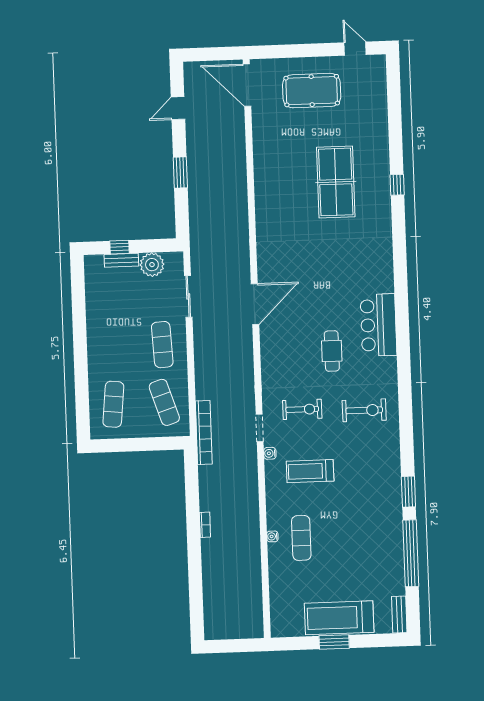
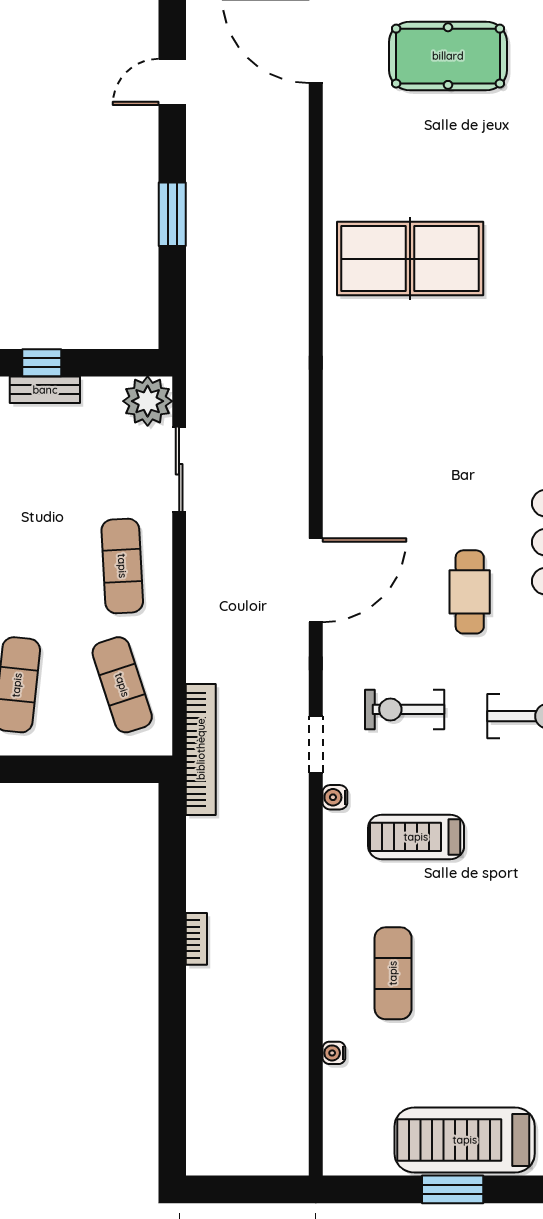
table tennis table: (336, 182) -> (410, 259), moved, turned 90
plant: (152, 265) -> (148, 401), moved
door: (255, 304) -> (316, 580), moved
exercise bike: (302, 409) -> (405, 709), turned 180
water cooler: (272, 536) -> (334, 1053), moved

